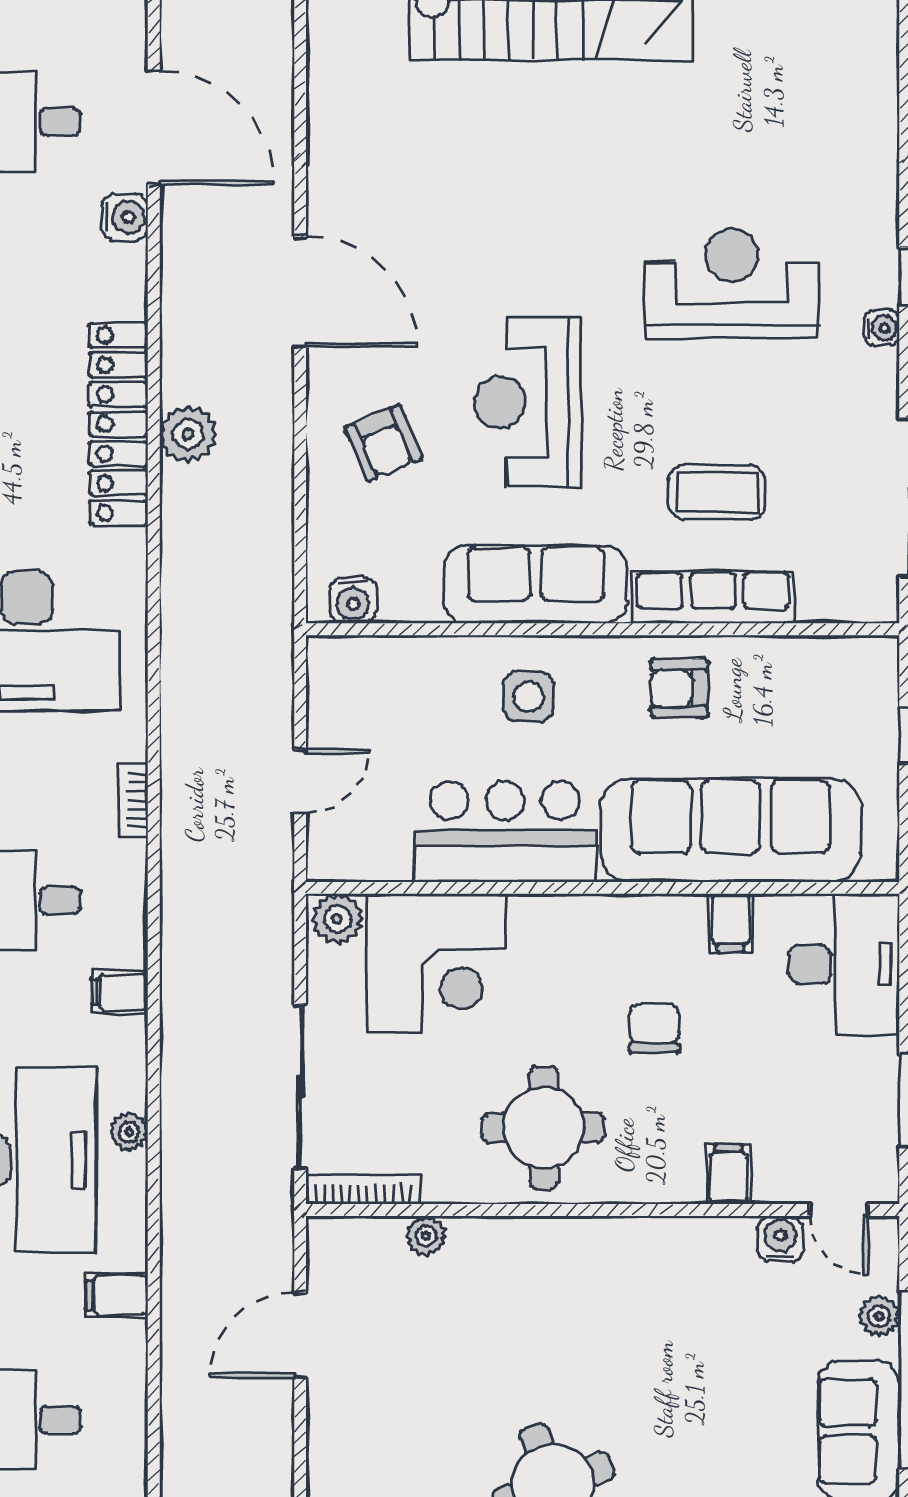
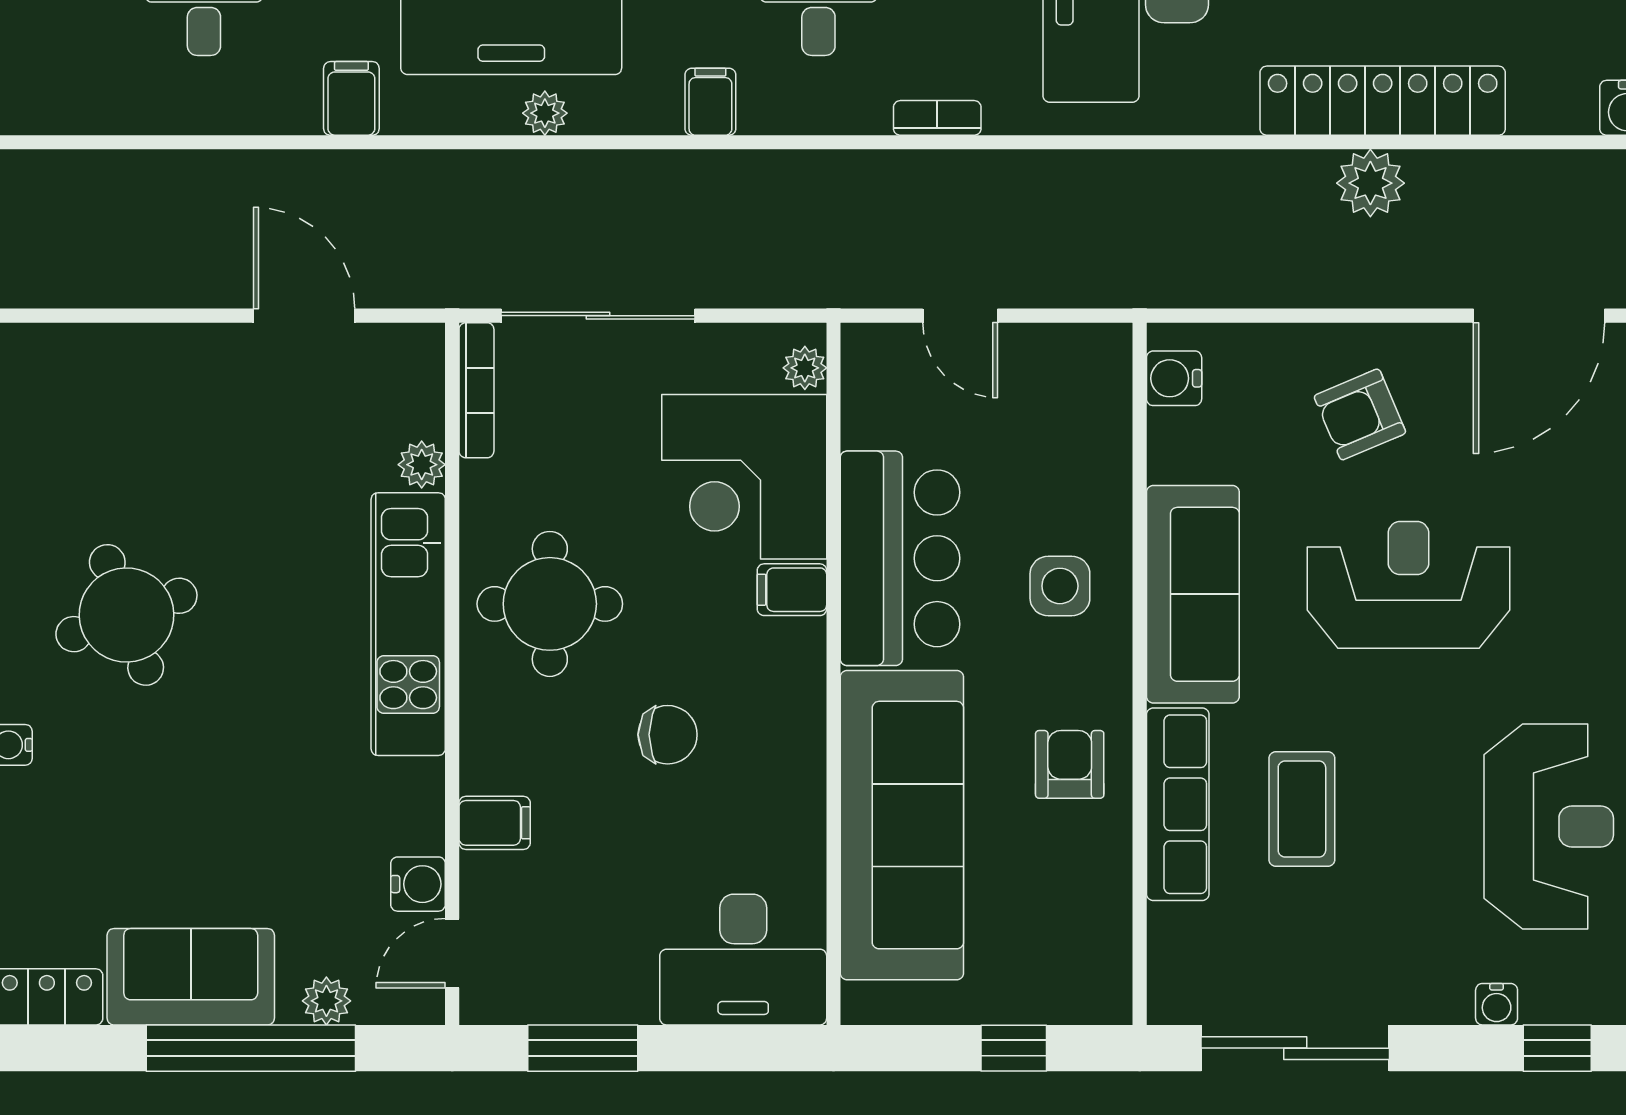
plant: (337, 919) -> (805, 368), width x0.73, depth x0.73
filing cabinet: (731, 923) -> (792, 590), moved
kitchen unit: (561, 1247) -> (408, 624), added

